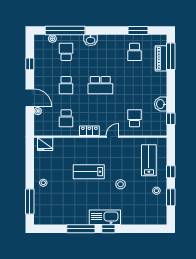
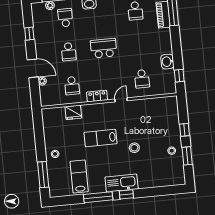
school desk: (100, 85) -> (104, 48), turned 180
school desk: (134, 118) -> (142, 79), turned 180
fridge: (45, 144) -> (73, 112), moved
lab bench: (149, 160) -> (79, 177), moved

